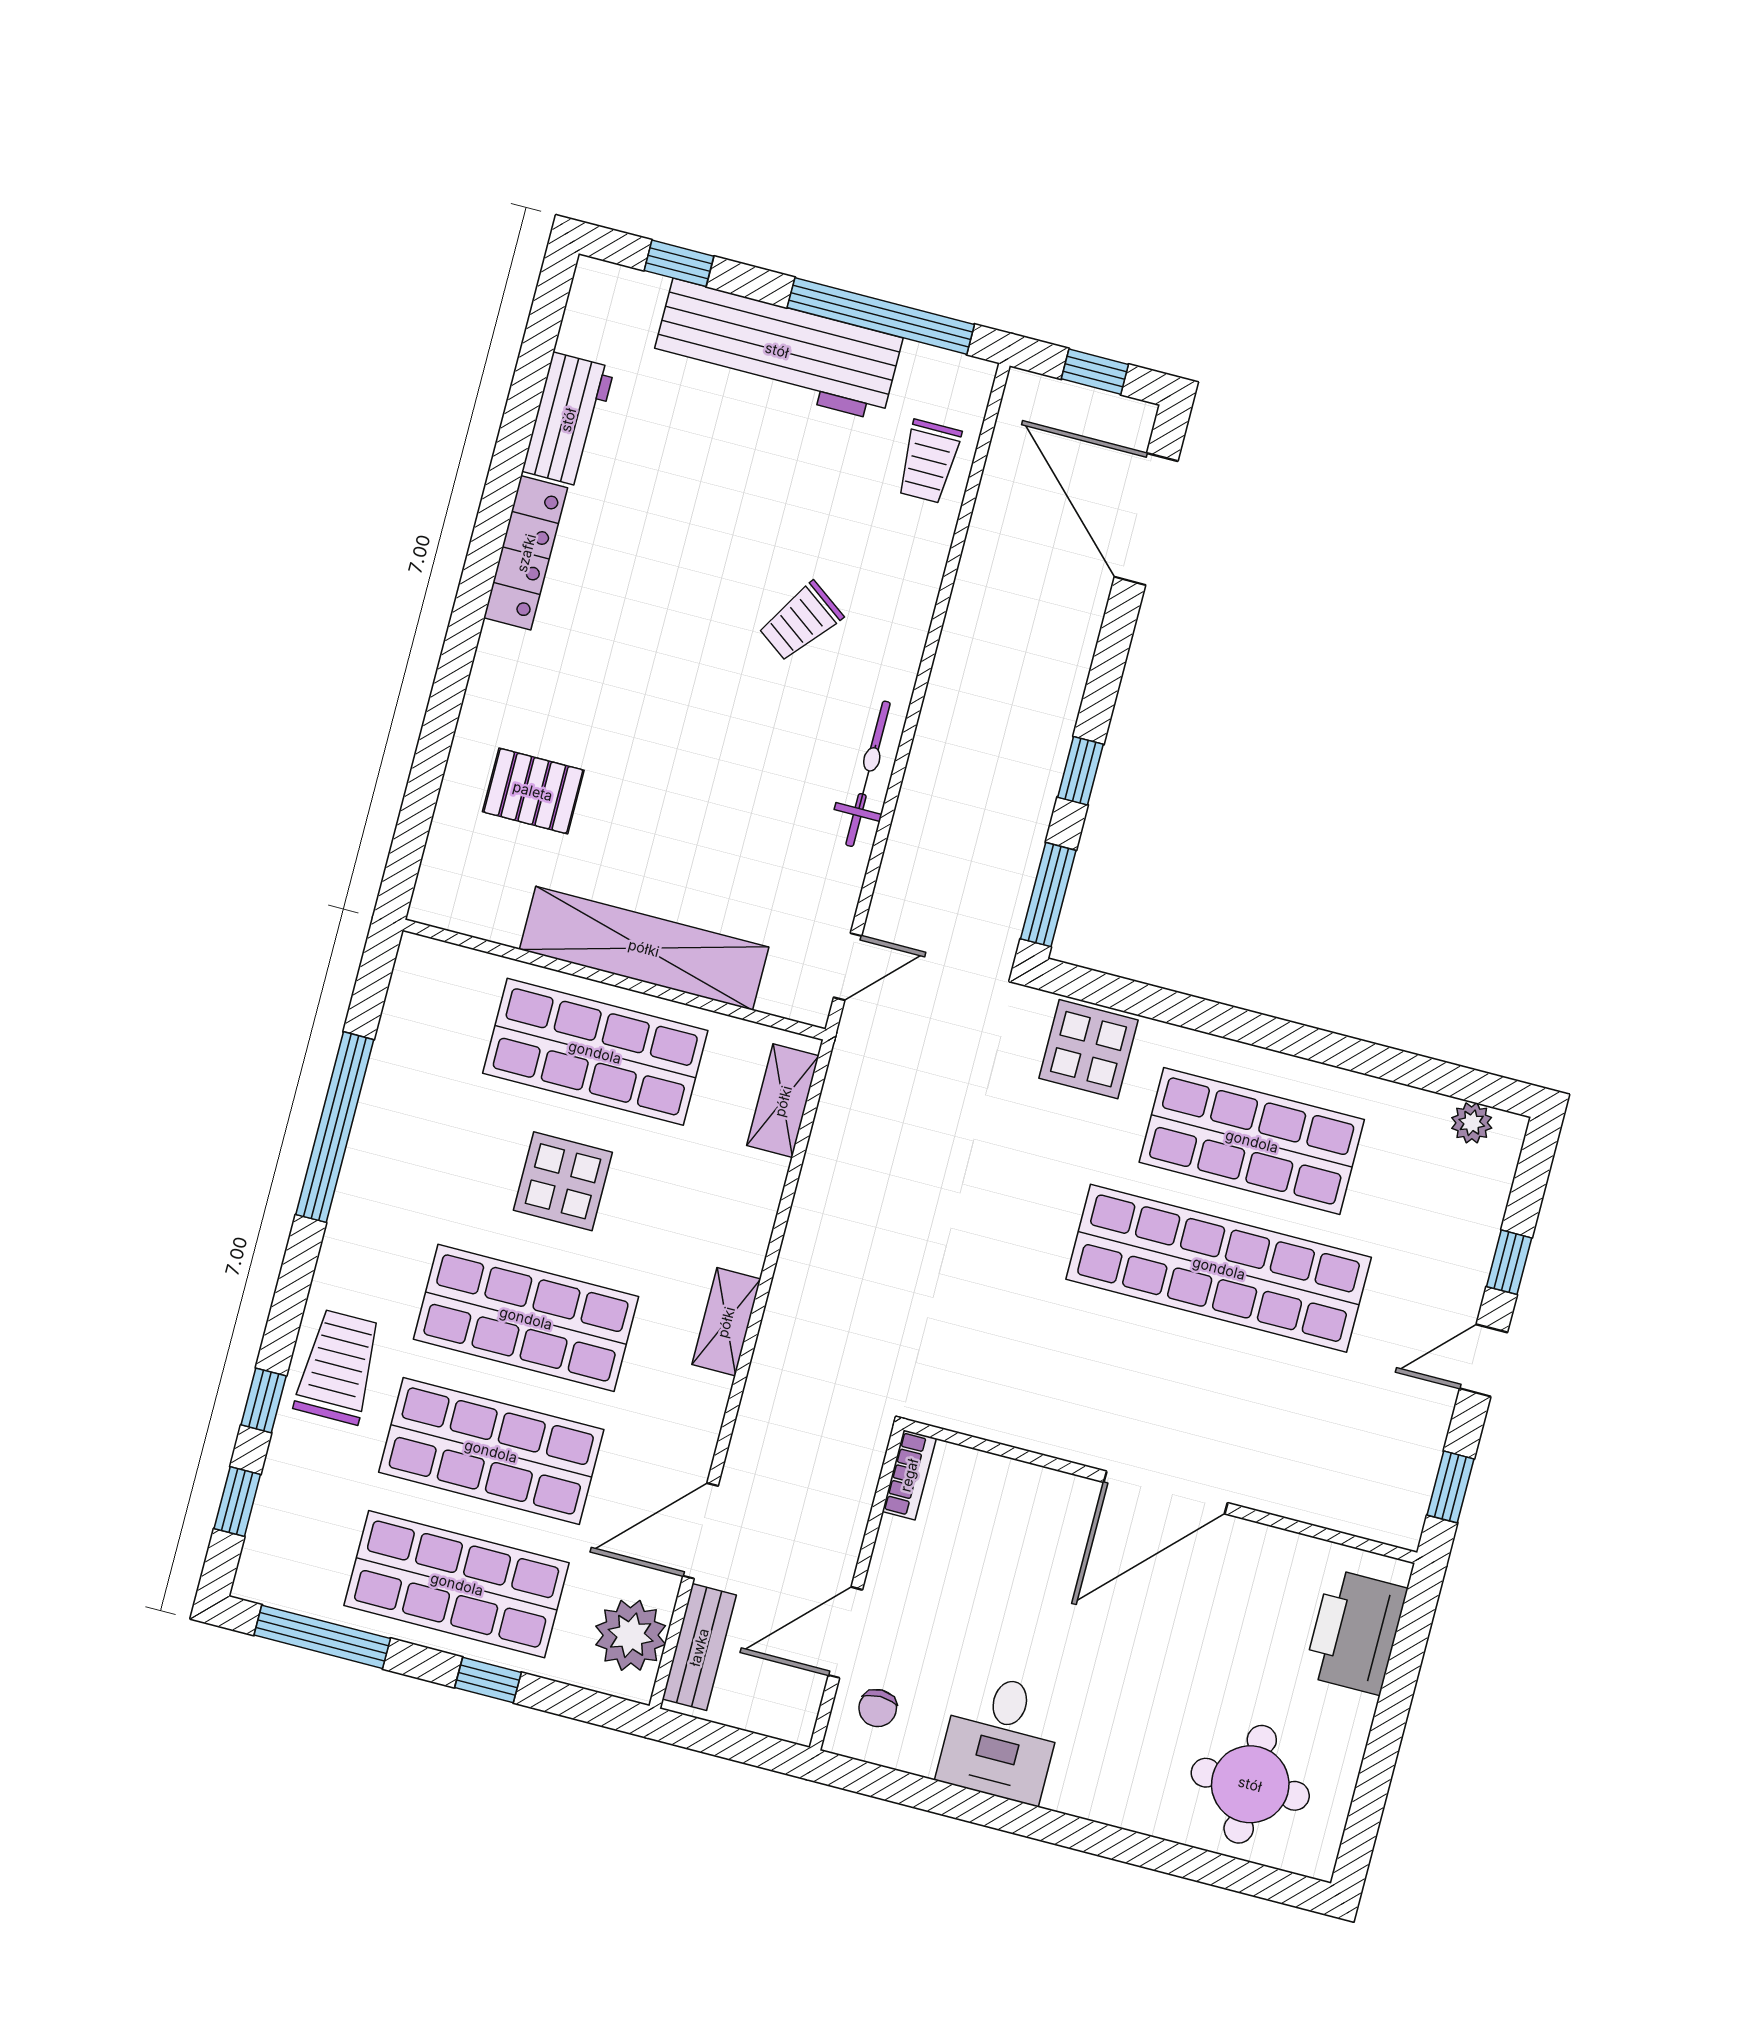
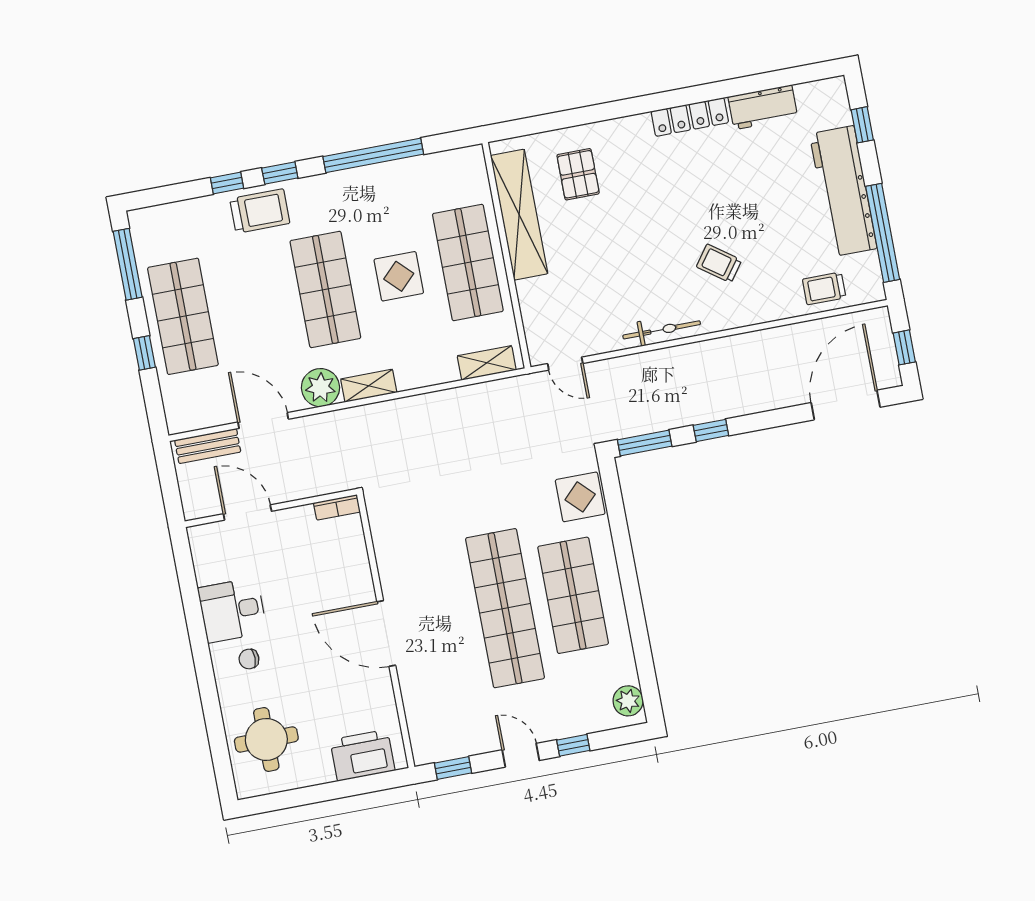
shelving: (644, 948) -> (519, 215), moved
plant: (1472, 1123) -> (628, 701), width x1.38, depth x1.38
shop shelf: (491, 1451) -> (254, 303), removed
window: (237, 1501) -> (280, 173), moved
plant: (631, 1635) -> (320, 388), moved
chair: (878, 1708) -> (249, 659), moved

